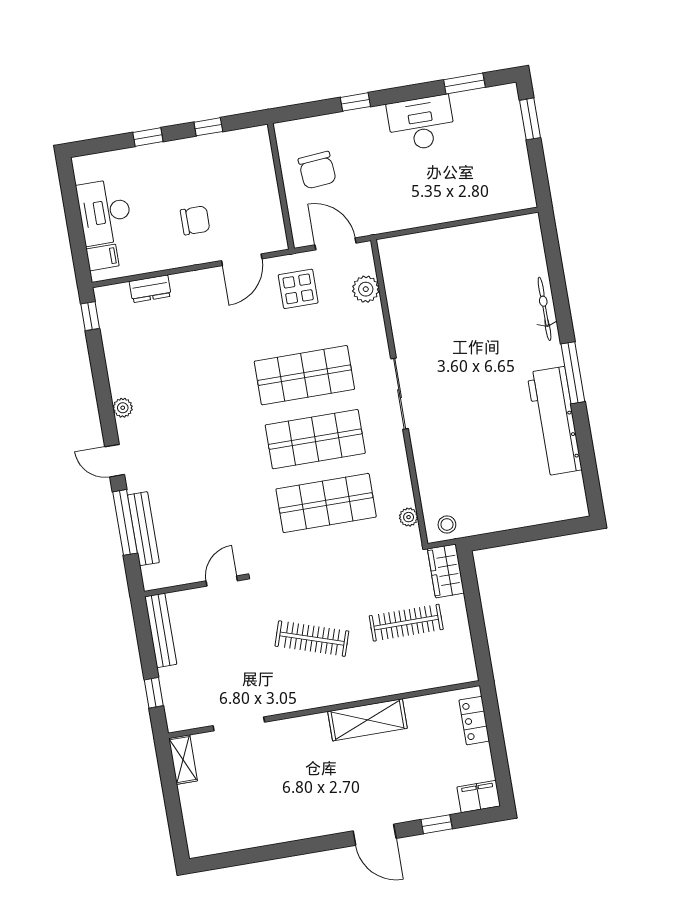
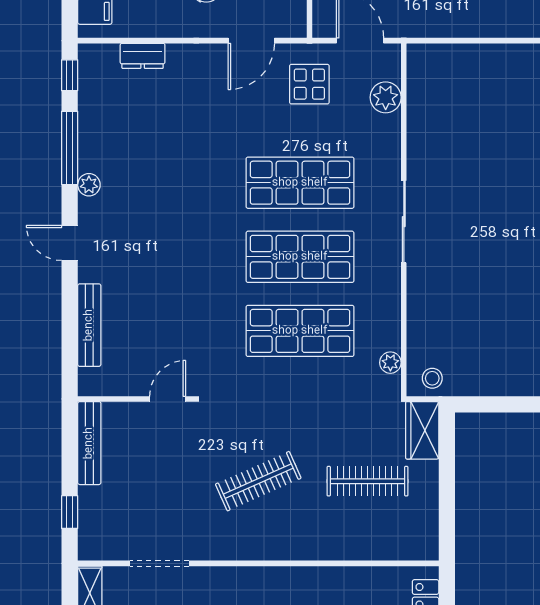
window: (125, 522) -> (70, 148), moved
clothes rail: (312, 639) -> (258, 481), turned -42
shelving: (367, 720) -> (305, 583), removed

